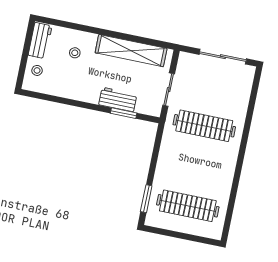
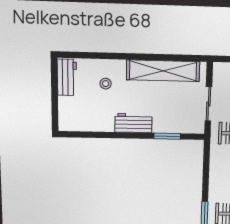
stool: (37, 70) -> (70, 109), removed
workbench: (118, 100) -> (133, 123), moved

